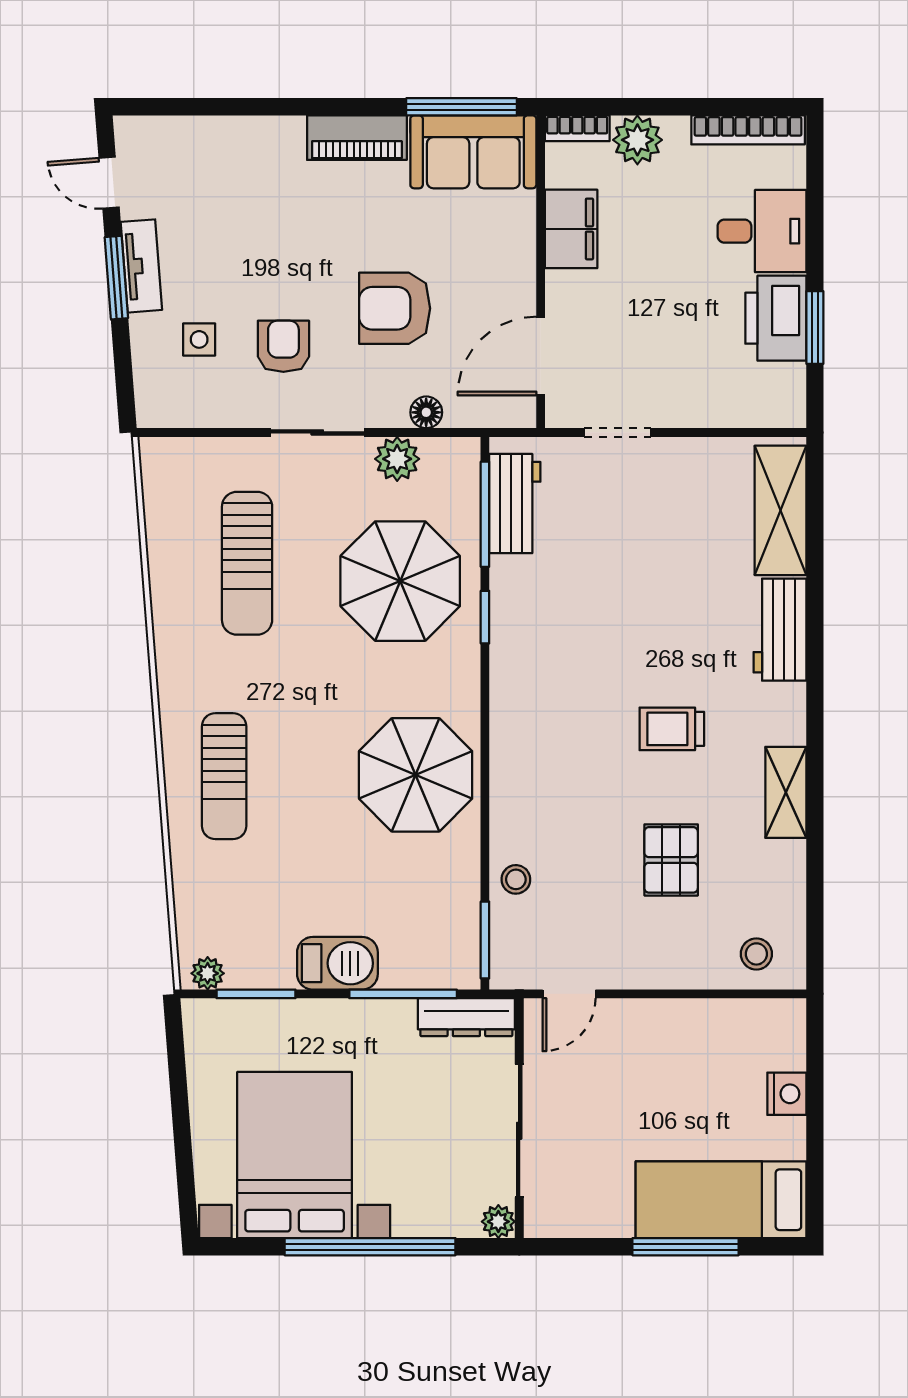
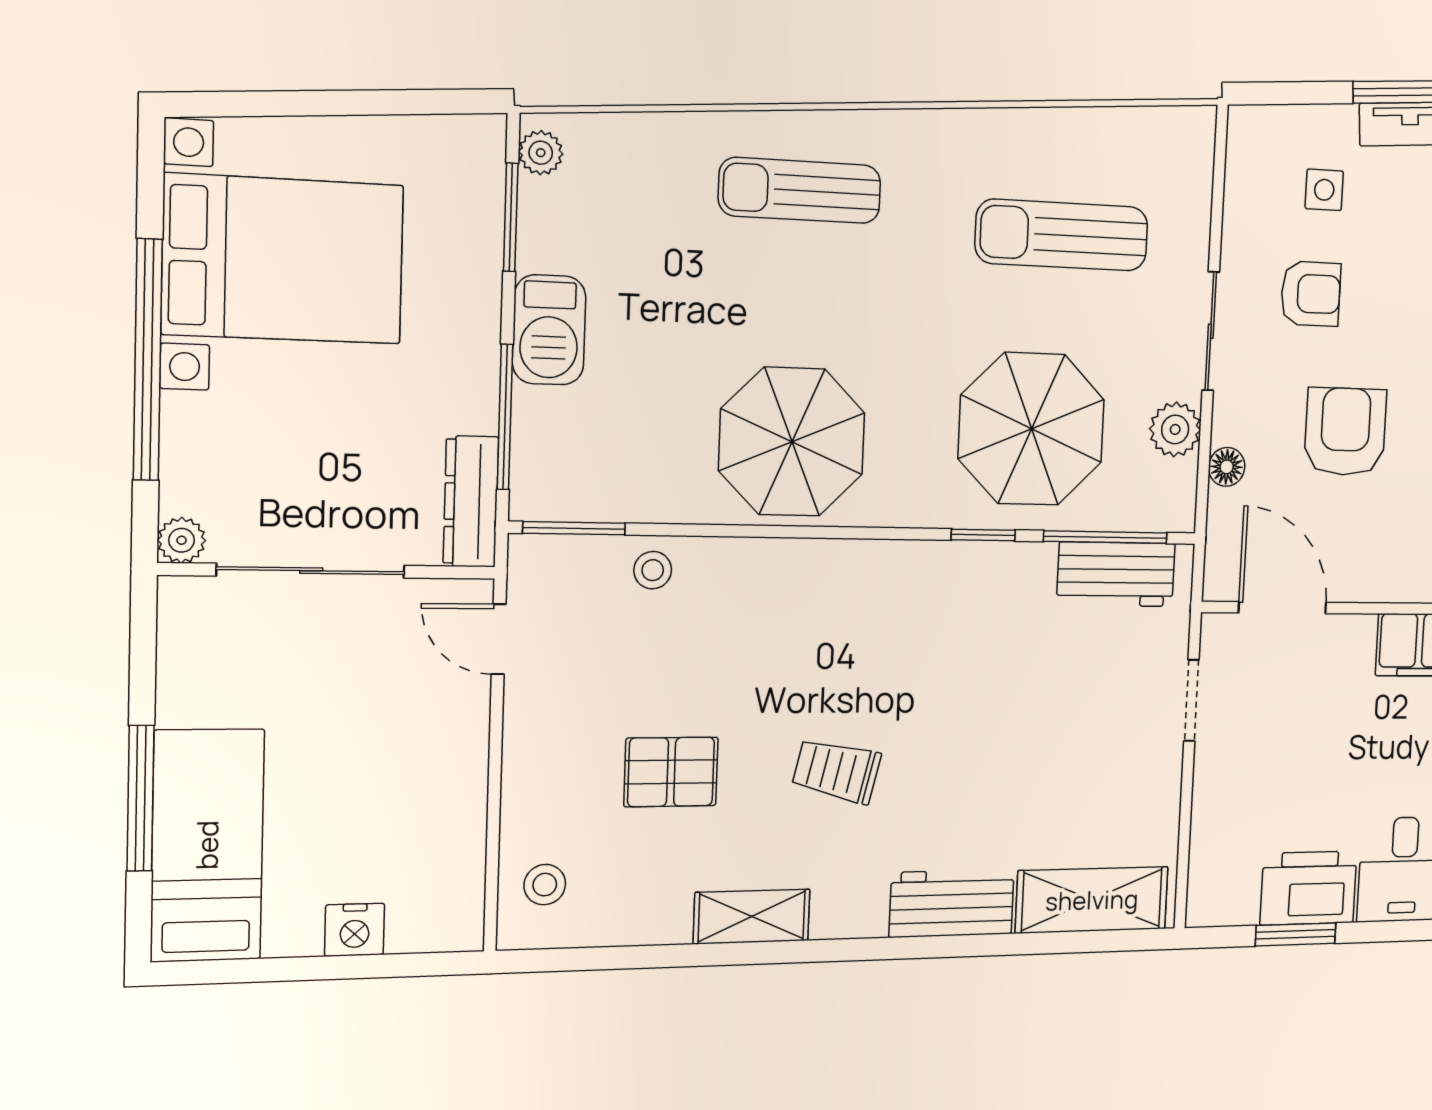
trolley: (672, 729) -> (837, 771), turned -77

